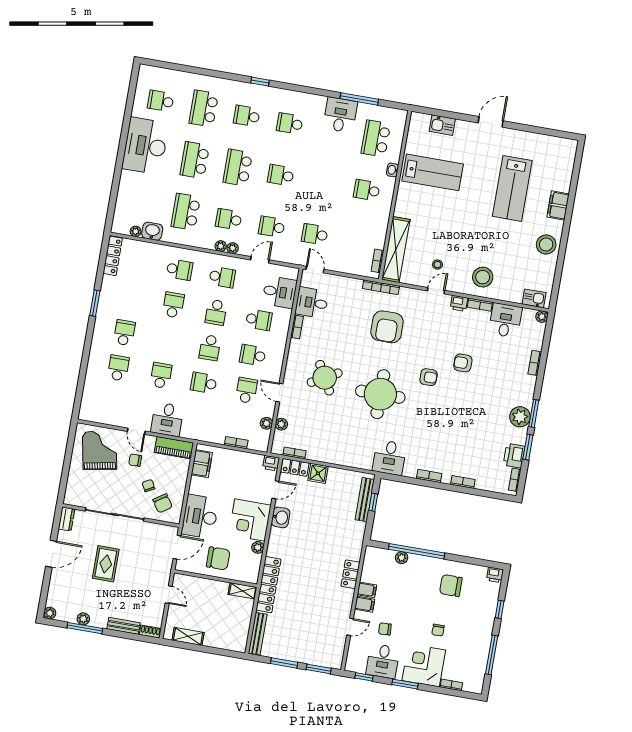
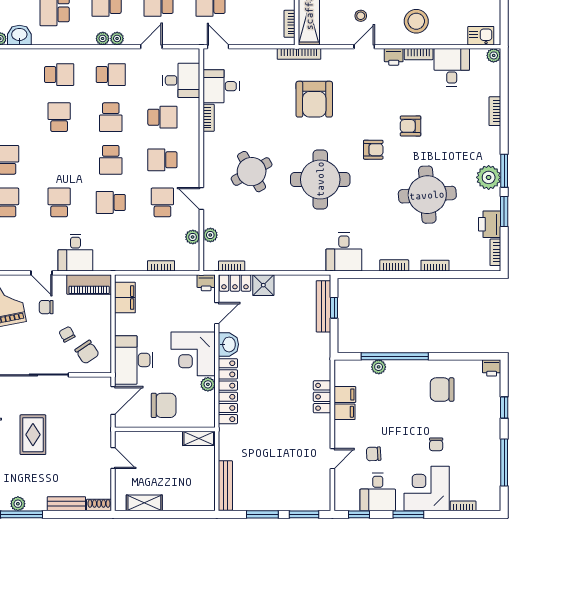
round table: (467, 422) -> (427, 195), added
locker: (268, 585) -> (228, 391), moved
filing cabinet: (365, 604) -> (345, 394), moved

